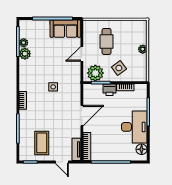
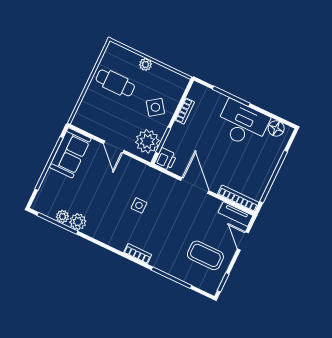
cafe table: (107, 41) -> (115, 83), moved
printer: (109, 90) -> (166, 159), moved
door: (62, 162) -> (243, 241), swing flipped

